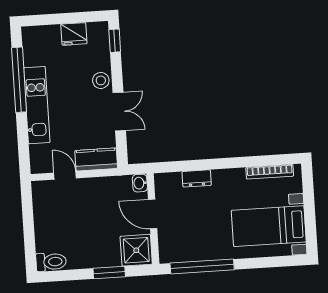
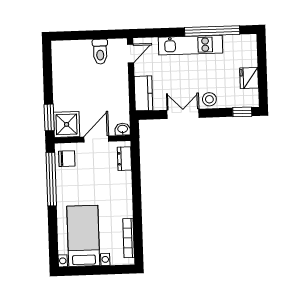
double door: (119, 111) -> (183, 114), swing flipped
door: (65, 175) -> (130, 53), moved
dresser: (197, 178) -> (124, 159), moved
chair: (177, 249) -> (67, 159), added
toilet: (51, 262) -> (100, 52), moved
window: (109, 272) -> (49, 117), moved

